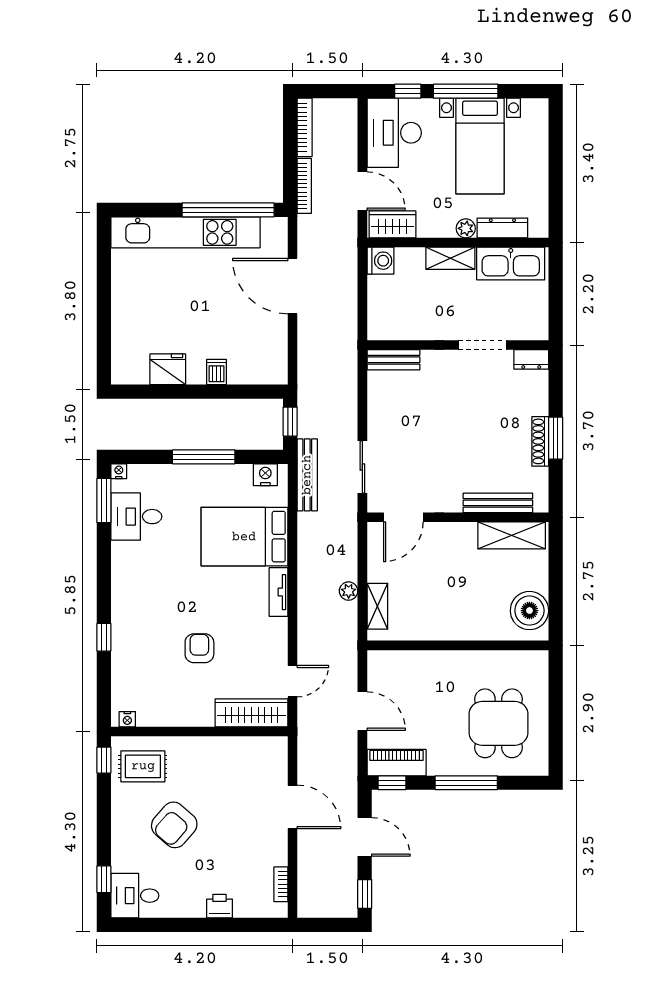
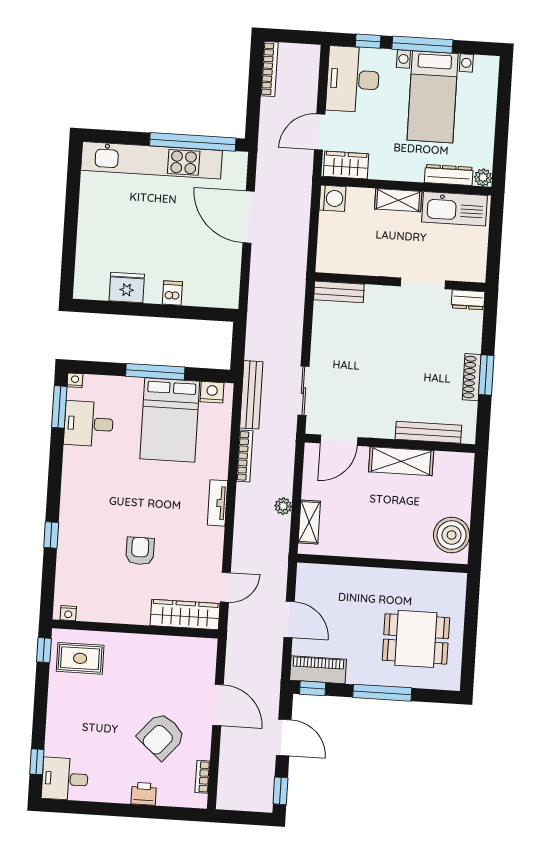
bookcase: (304, 186) -> (245, 456), moved
door: (362, 191) -> (320, 132), swing flipped
plant: (466, 228) -> (483, 177), moved
window: (290, 422) -> (238, 344), removed
shelving: (512, 535) -> (401, 461), moved
bed: (244, 537) -> (170, 420), moved, turned -90
dining table: (498, 723) -> (416, 639), turned 90
armchair: (174, 825) -> (161, 736), moved

